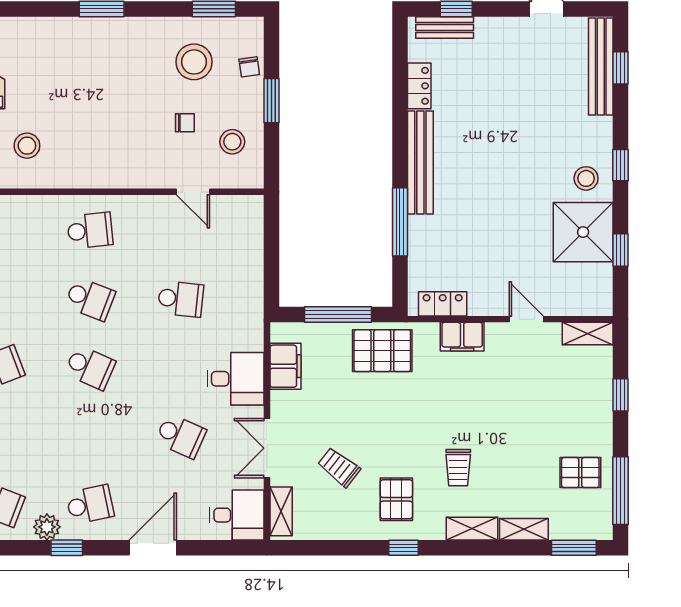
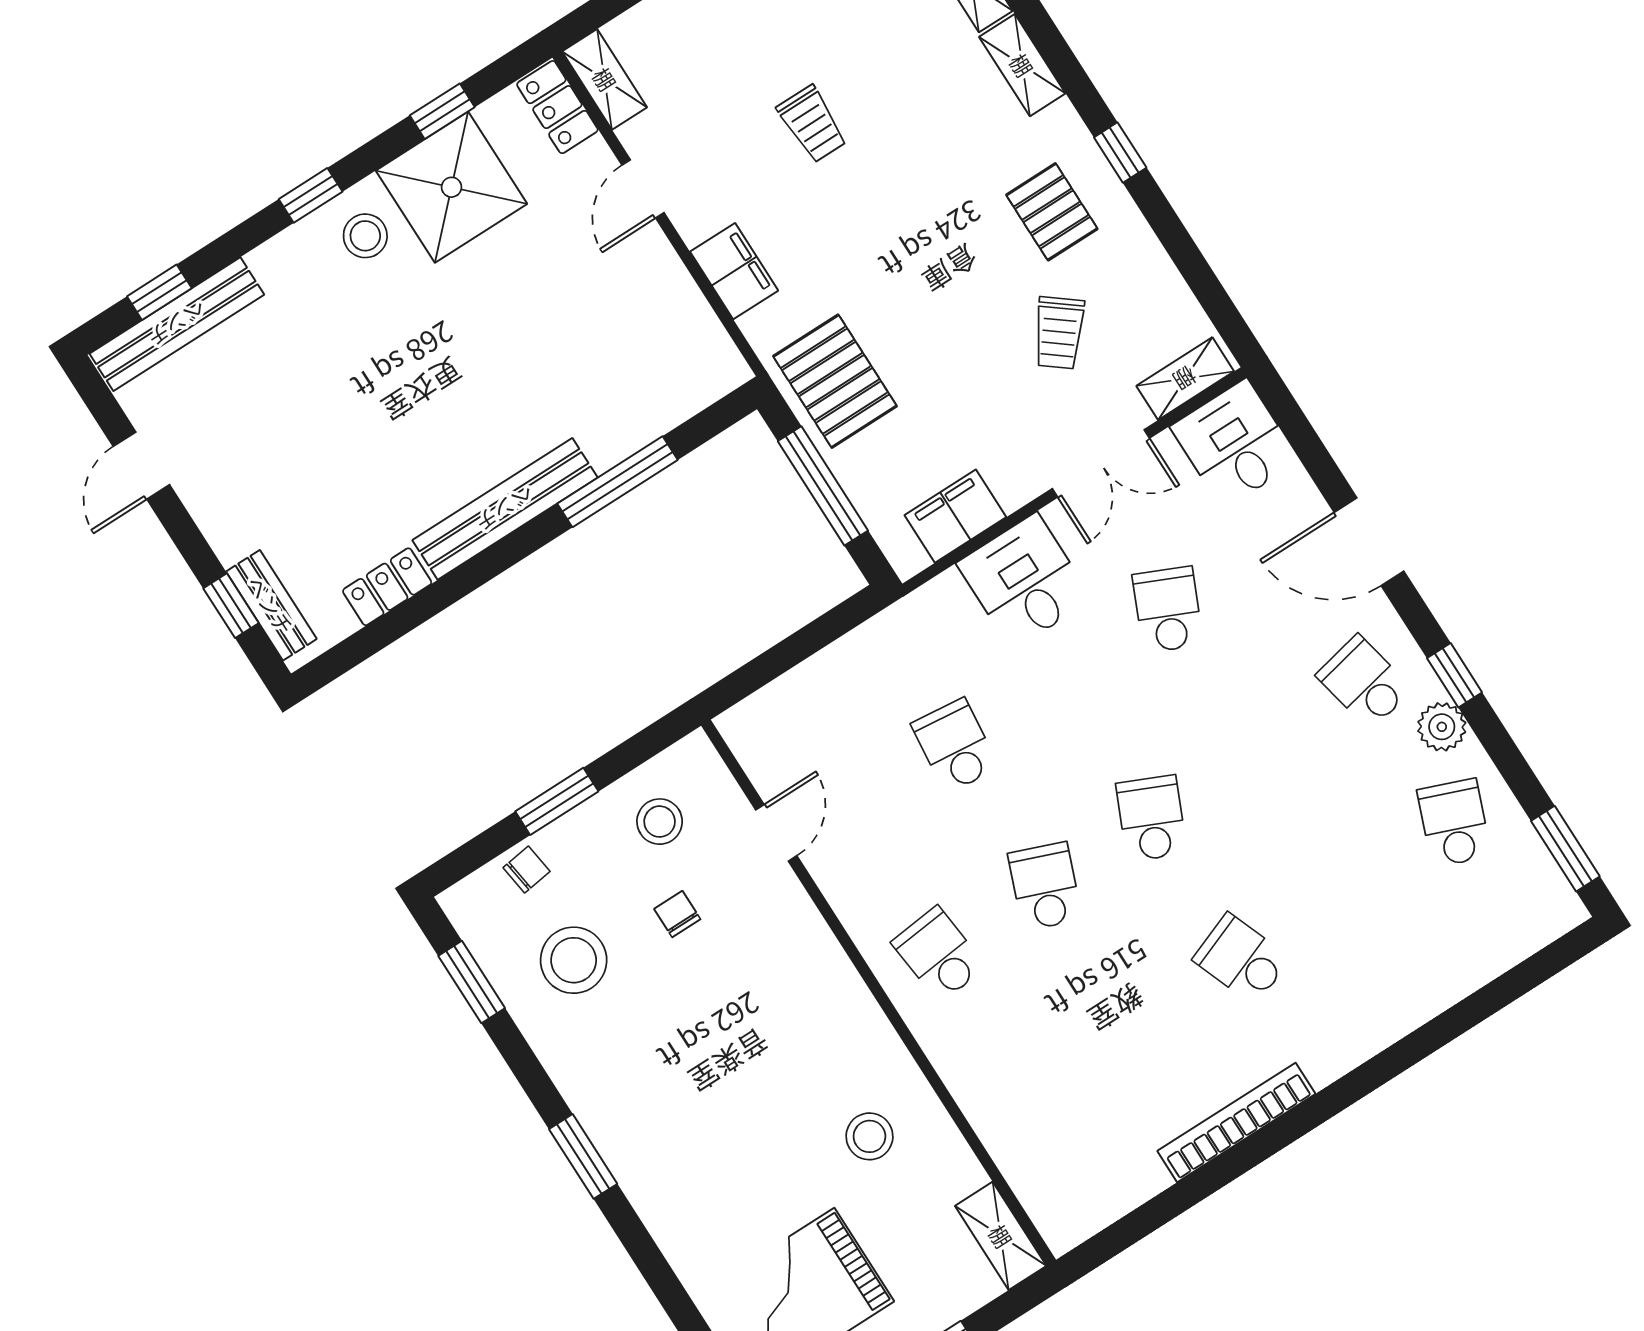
locker: (443, 304) -> (557, 107), moved
trolley: (458, 468) -> (812, 124), moved, turned 90
pallet: (396, 499) -> (1052, 212), turned 90

